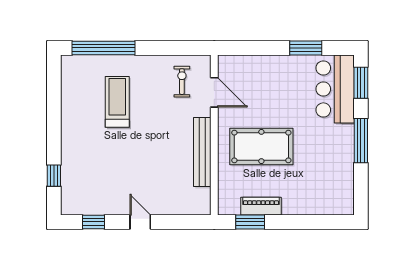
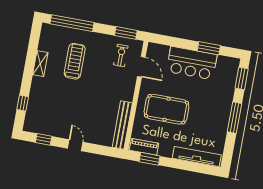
window: (183, 48) -> (126, 33), added
bar counter: (335, 89) -> (192, 63), moved, turned -90
shelving: (69, 114) -> (40, 64), added
bench: (202, 152) -> (122, 125), moved
piano: (261, 206) -> (144, 147), moved
tv unit: (317, 206) -> (197, 157), added

